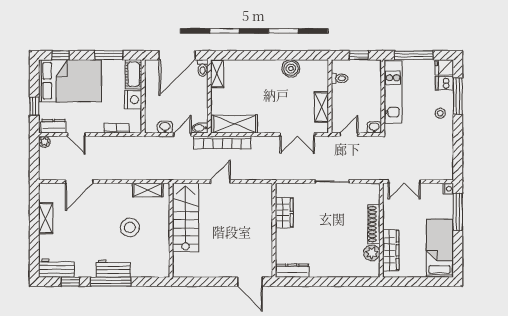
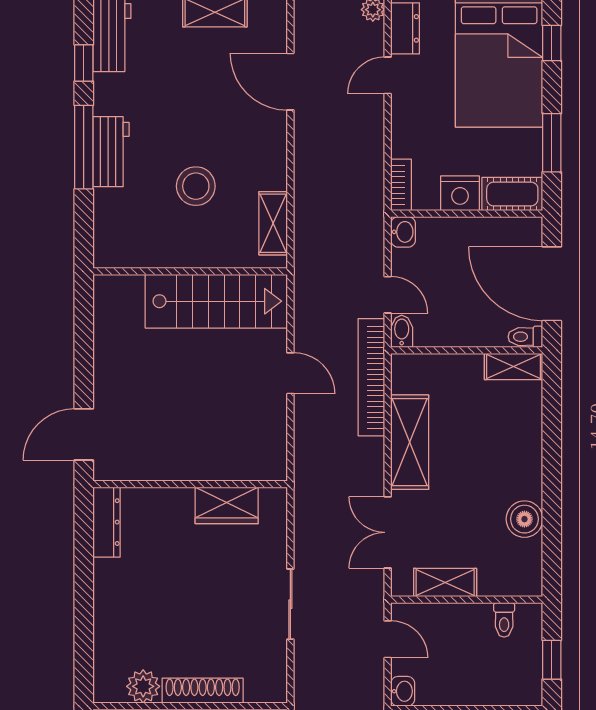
shelving: (235, 124) -> (410, 442), moved
washbasin: (165, 127) -> (403, 232), moved
bookcase: (116, 128) -> (401, 185), moved

